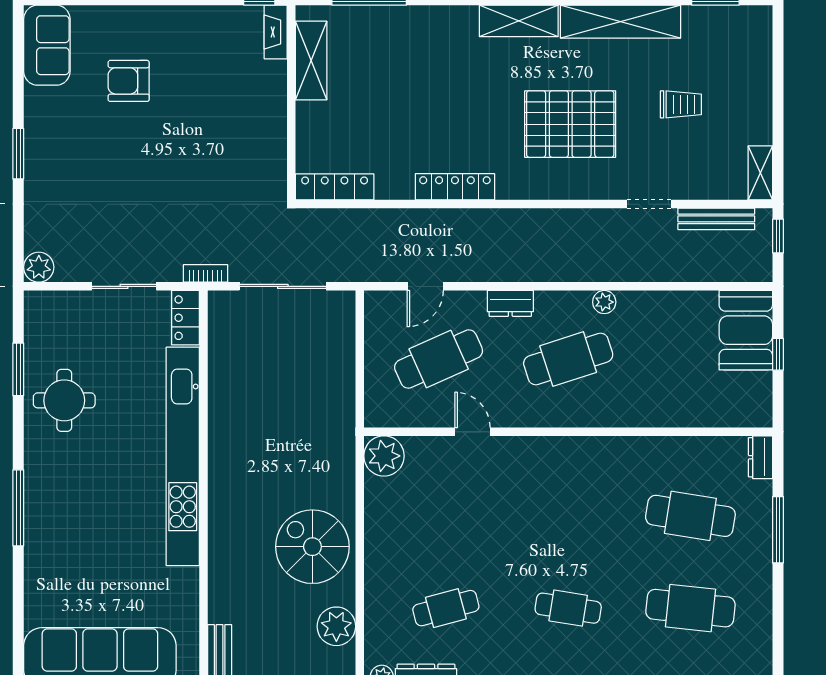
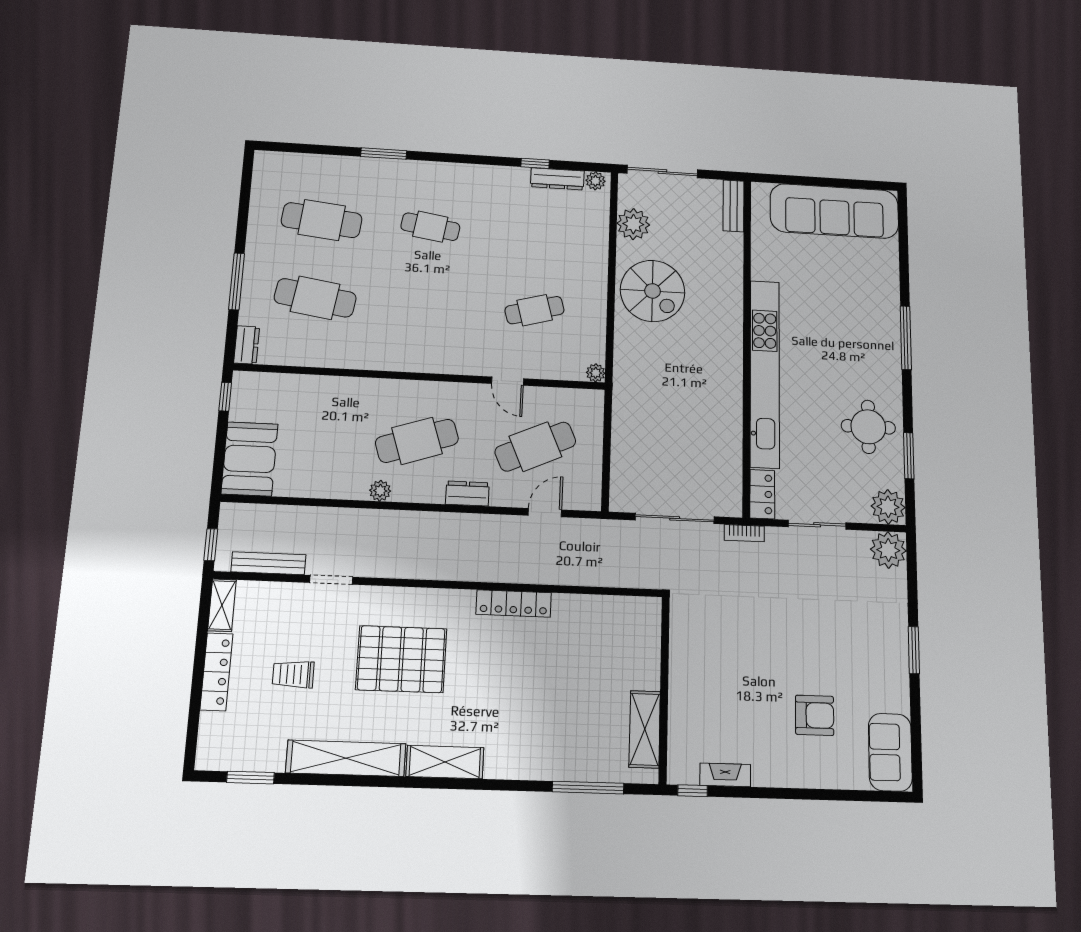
fireplace: (276, 32) -> (725, 775), moved, turned -90
locker: (335, 187) -> (216, 672), moved, turned -90
plant: (39, 267) -> (888, 550), width x1.36, depth x1.36
plant: (43, 310) -> (888, 507), added
window: (778, 354) -> (225, 397), moved
plant: (384, 456) -> (596, 373), width x0.53, depth x0.53
cafe table: (446, 608) -> (535, 310), moved

